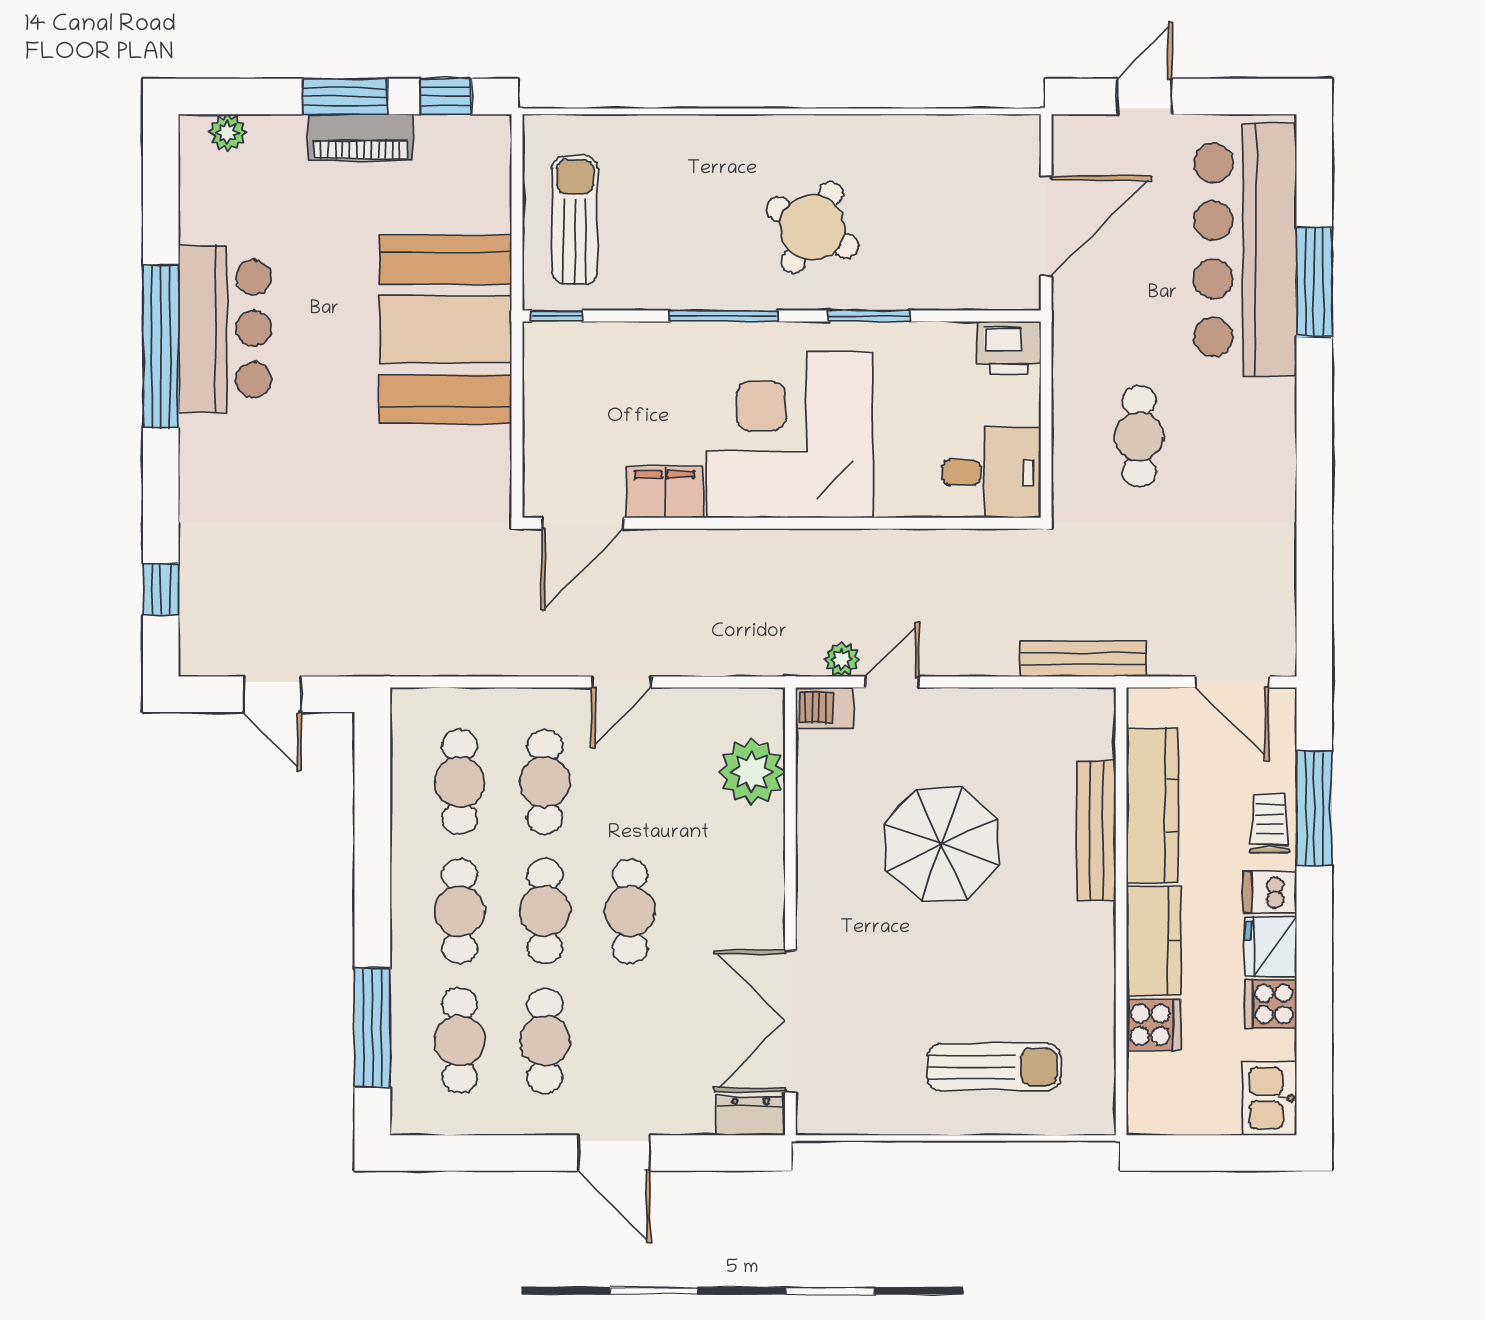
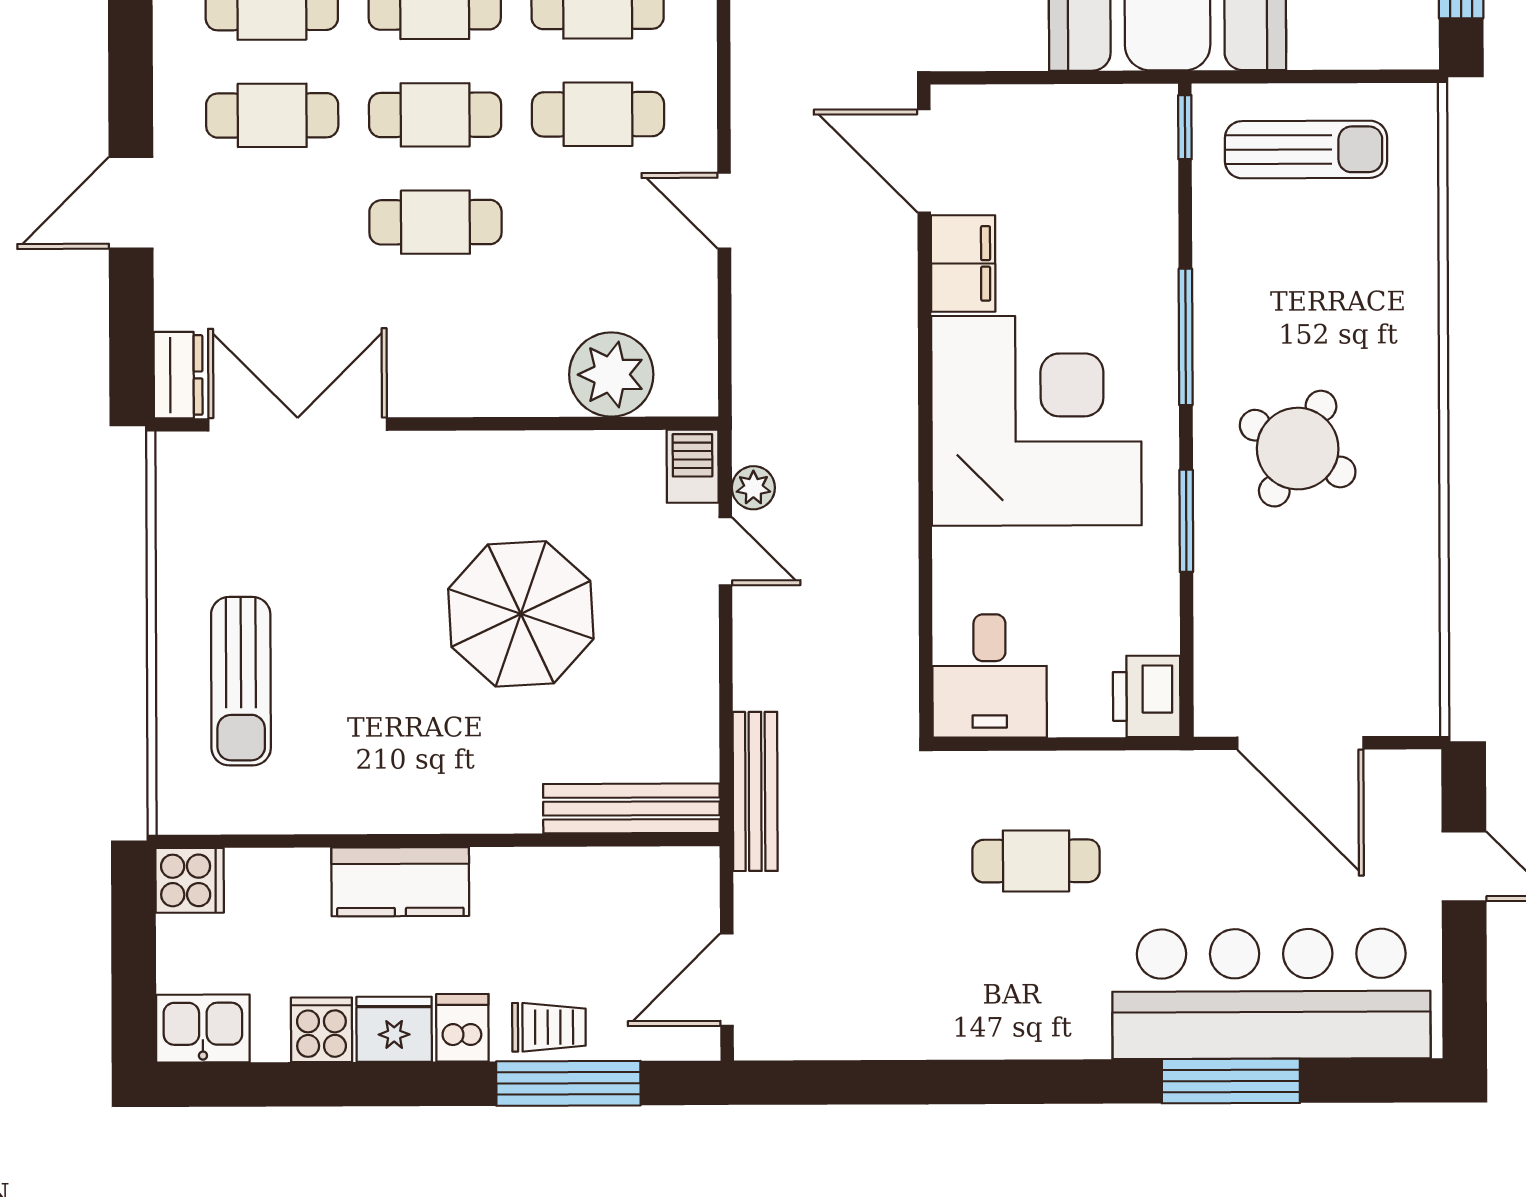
kitchen counter: (1152, 805) -> (571, 879), removed
bench: (1096, 831) -> (631, 808), moved
cooker: (1153, 1025) -> (190, 880), moved, turned -90

